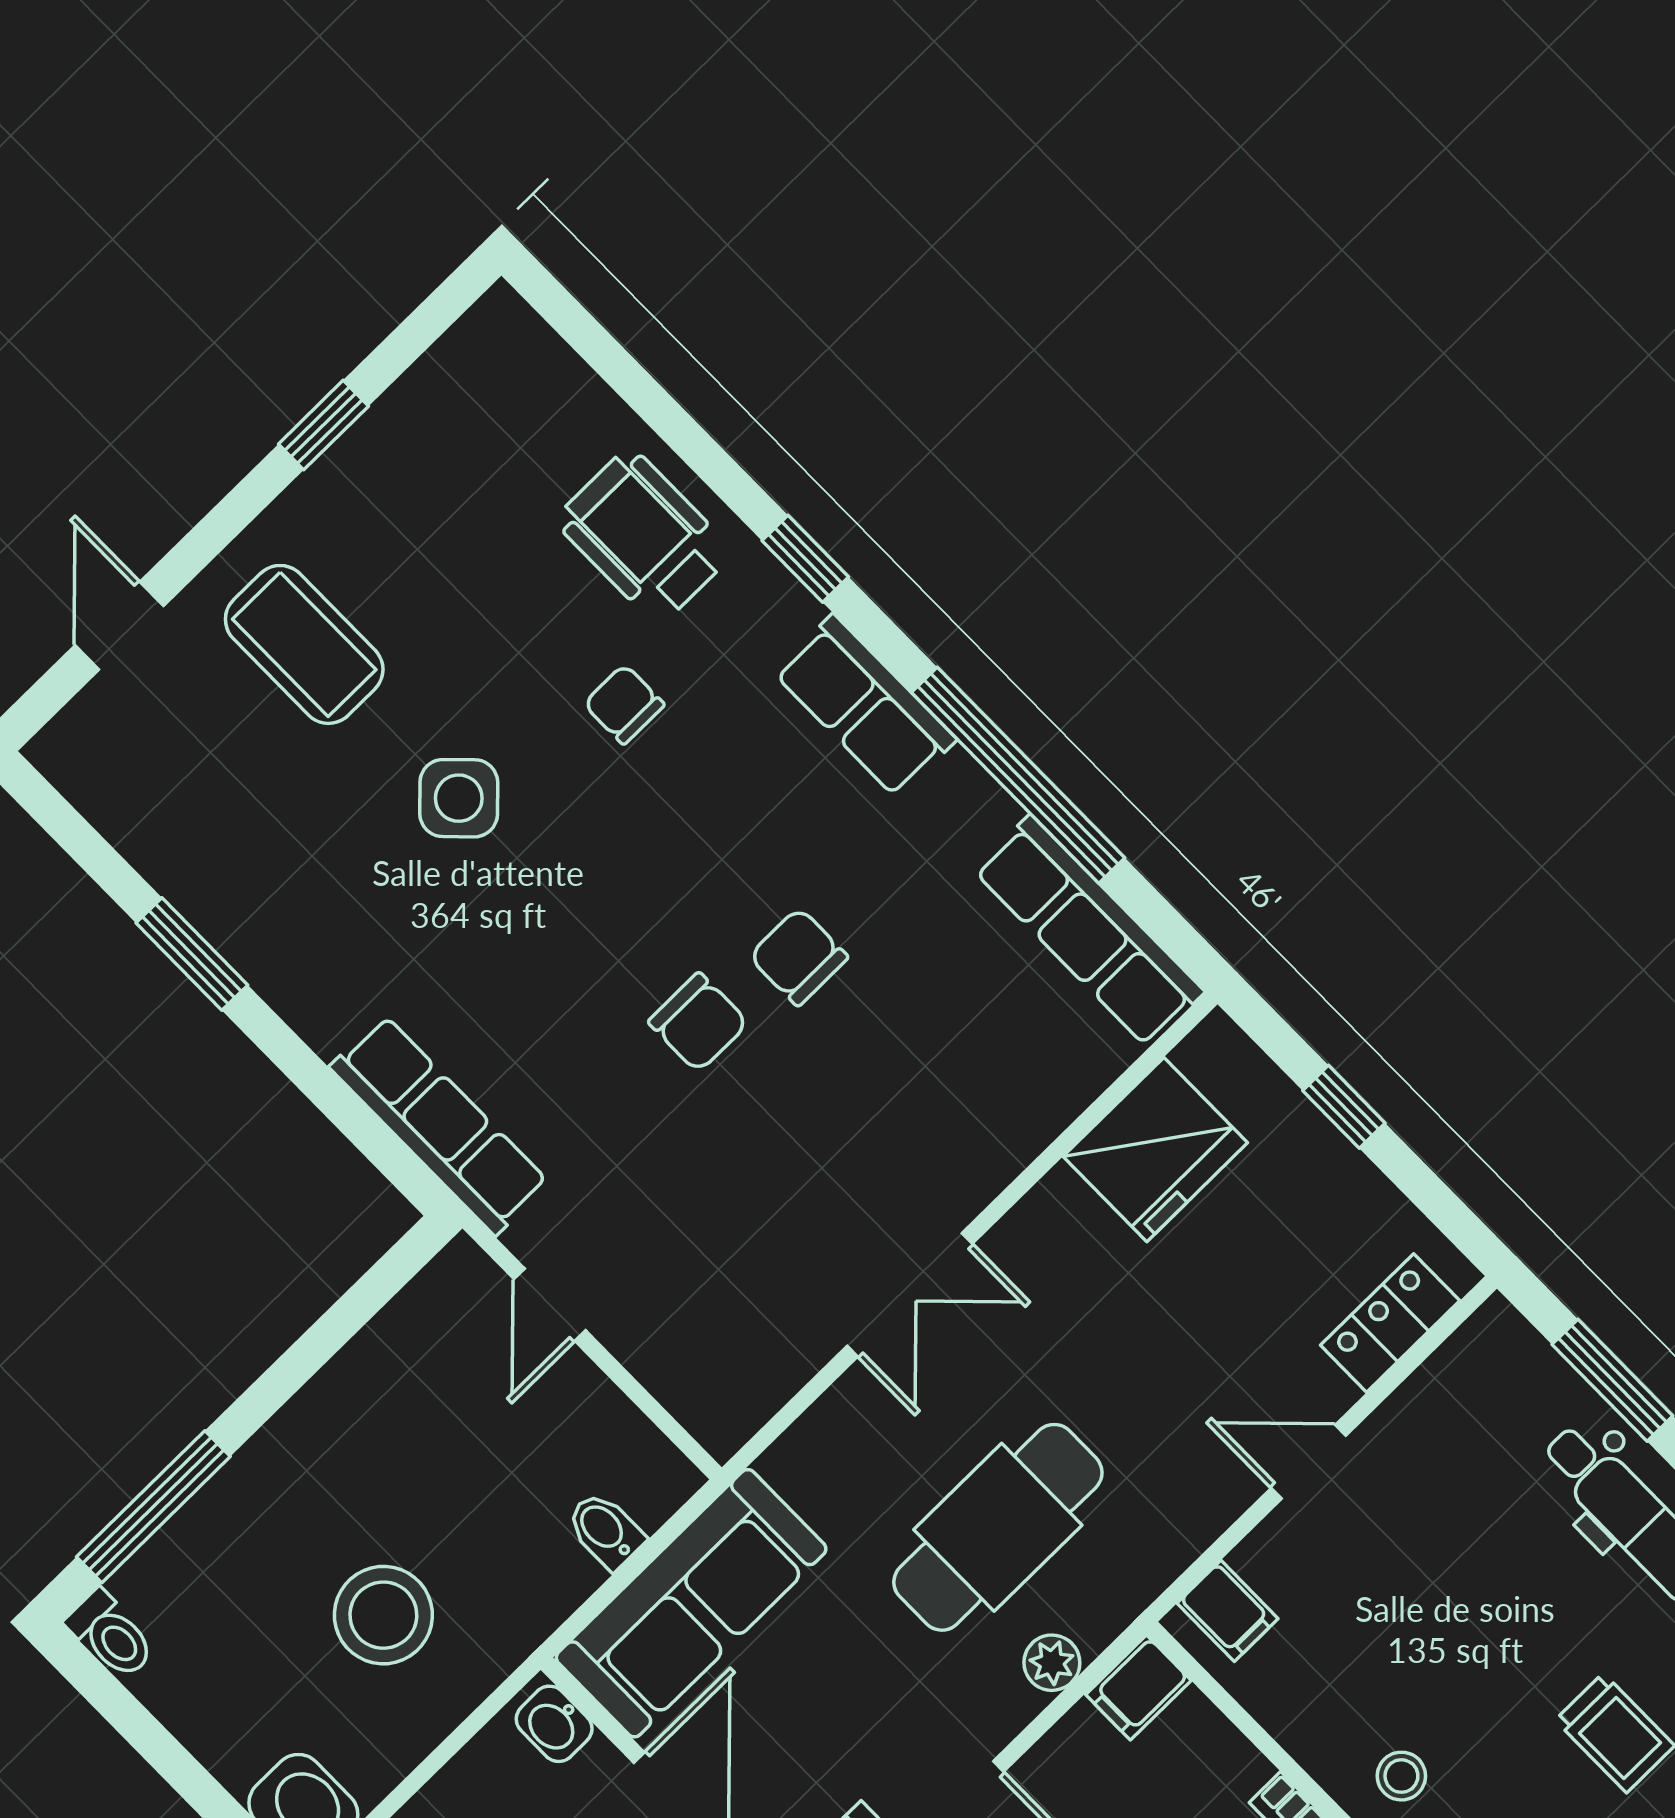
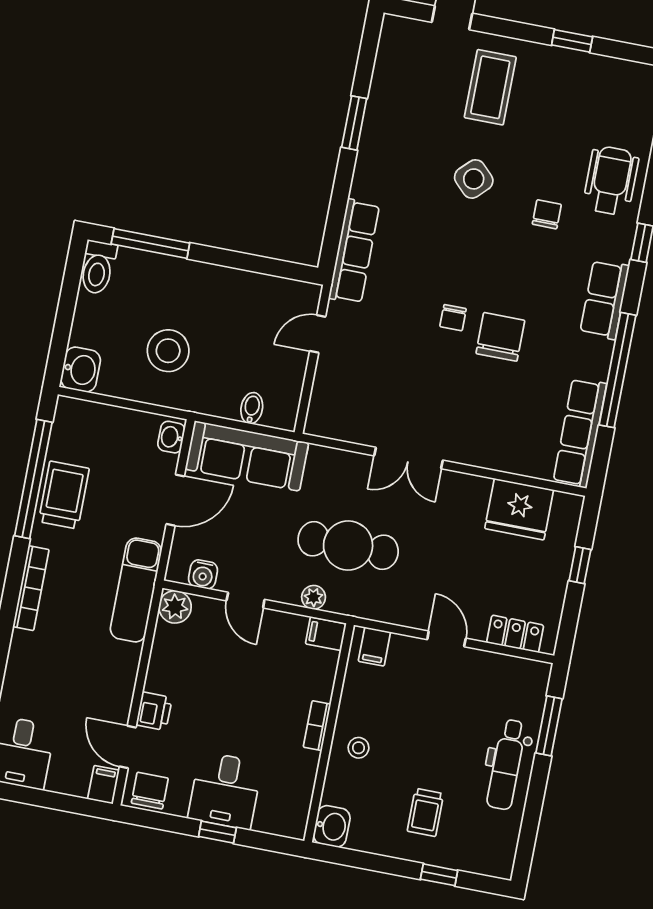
chair: (798, 957) -> (500, 337), width x1.37, depth x1.37
chair: (698, 1022) -> (453, 318), width x0.73, depth x0.73
toilet: (111, 1635) -> (98, 267), width x1.37, depth x1.39

